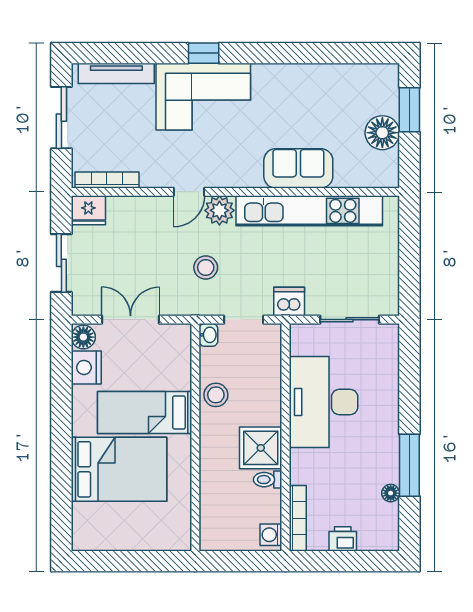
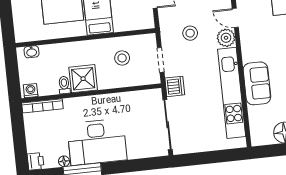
sliding door: (350, 320) -> (168, 125), width x1.37
washbasin: (208, 335) -> (32, 52), moved
stool: (216, 395) -> (122, 58), moved
desk: (323, 402) -> (97, 142), moved, turned 180
printer: (343, 539) -> (36, 161), moved

